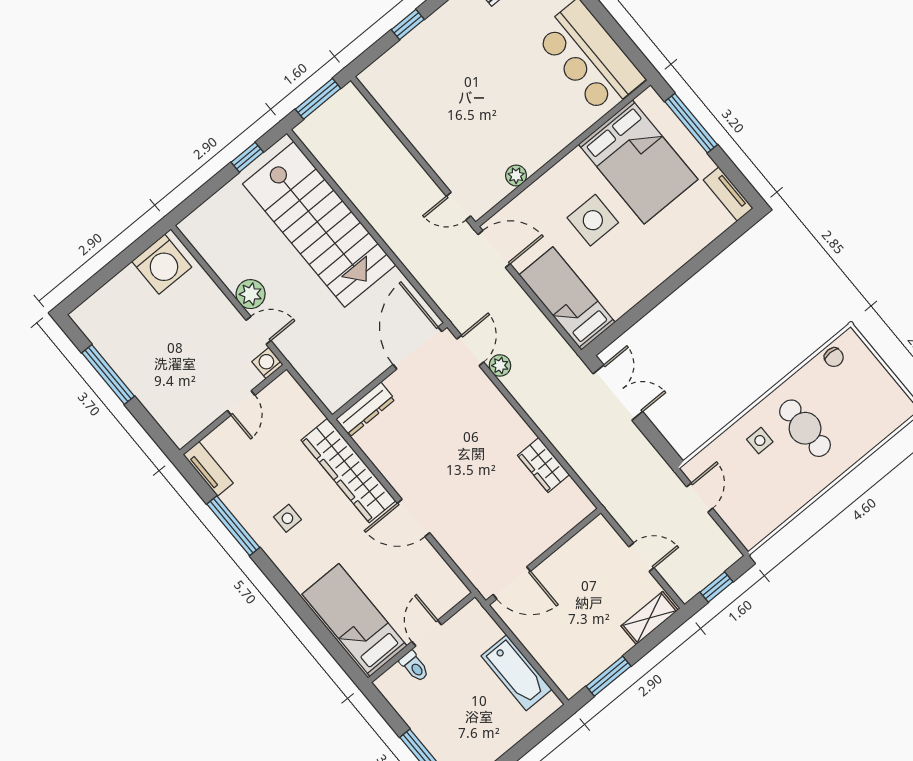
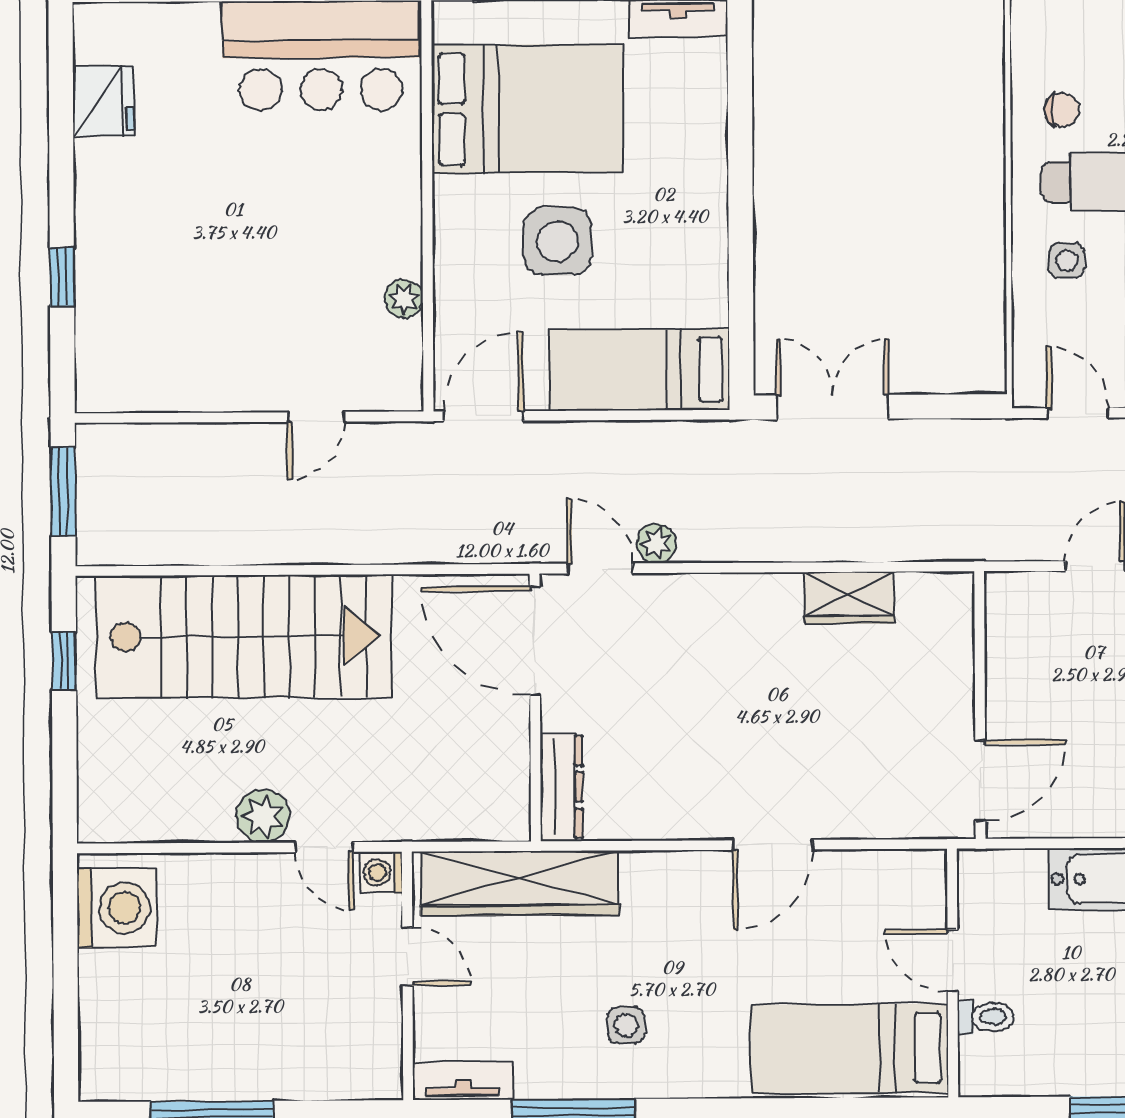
door: (459, 206) -> (316, 417), moved
door: (258, 330) -> (324, 847), swing flipped
chair: (834, 357) -> (1062, 110), moved
wardrobe: (348, 470) -> (519, 883), moved

